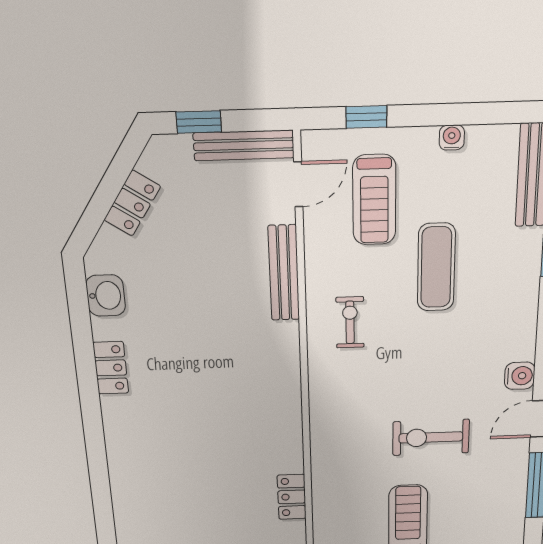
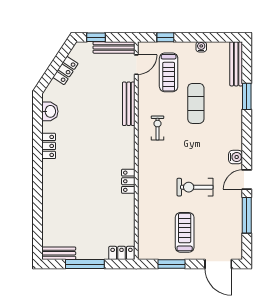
locker: (292, 497) -> (128, 181), moved

